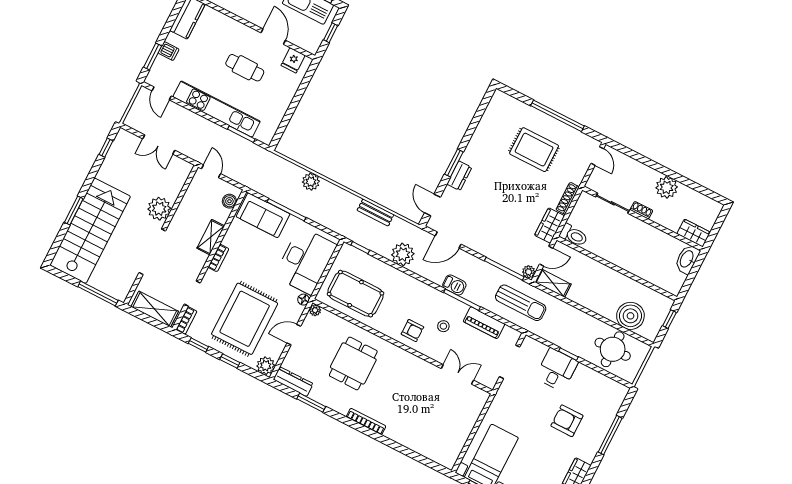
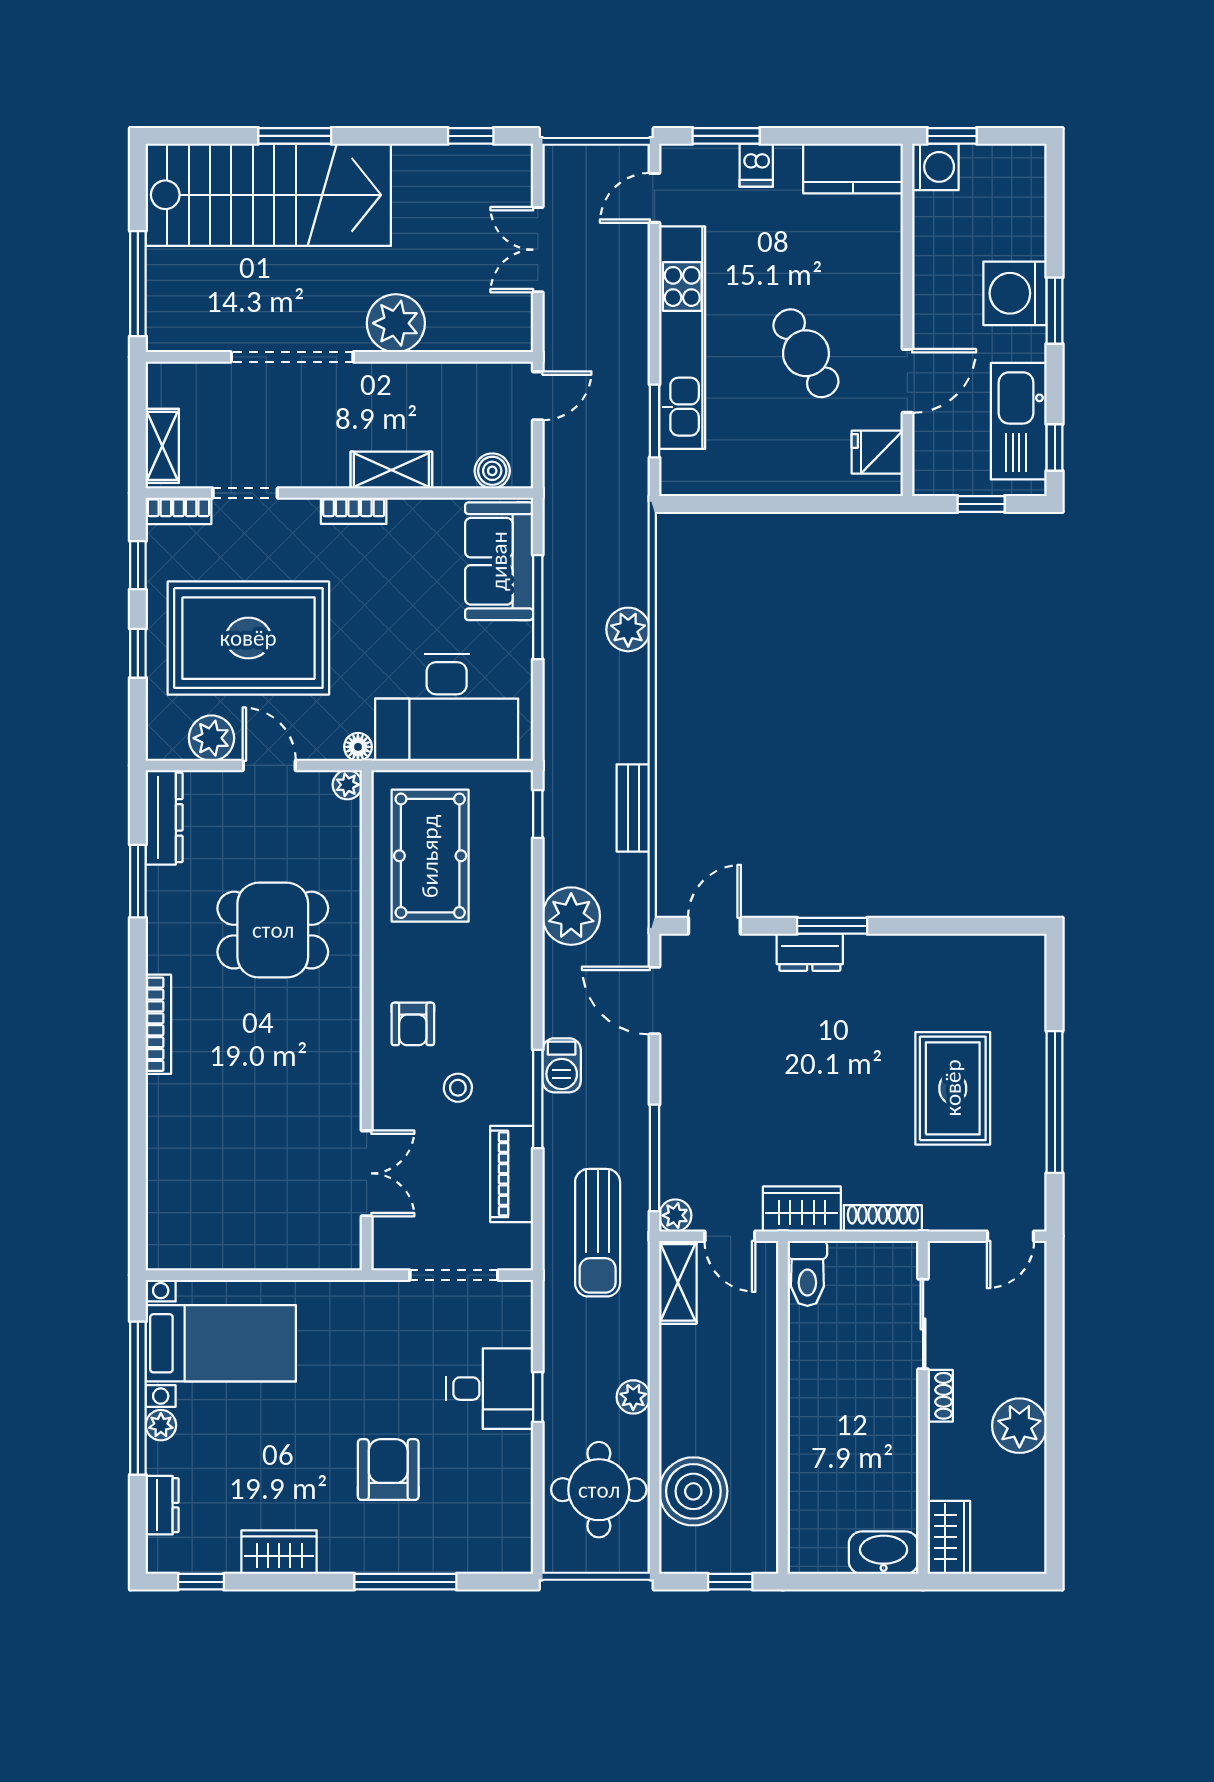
cafe table: (245, 68) -> (806, 353), turned -30
shelving: (155, 309) -> (162, 446), width x0.67, depth x0.75
plant: (586, 320) -> (633, 1397), added
plant: (266, 366) -> (211, 738), moved

